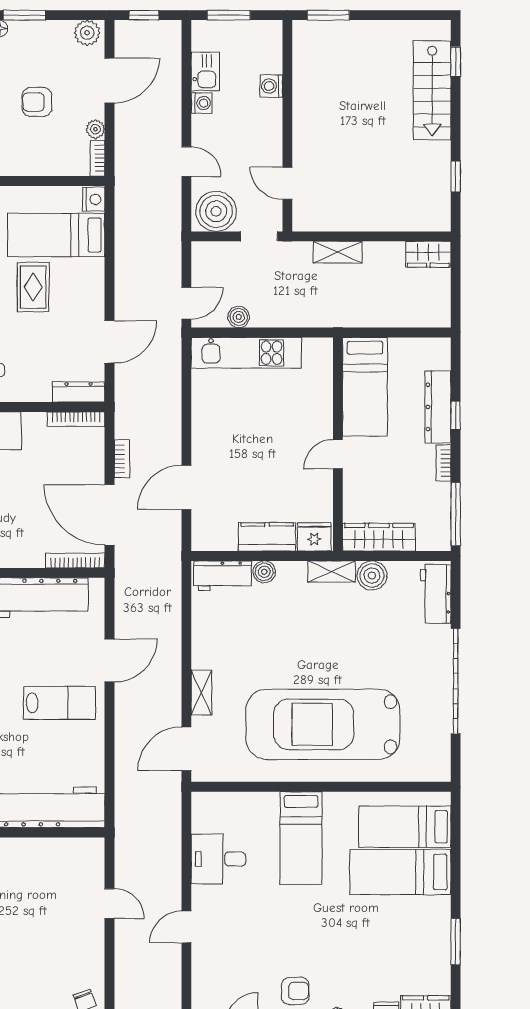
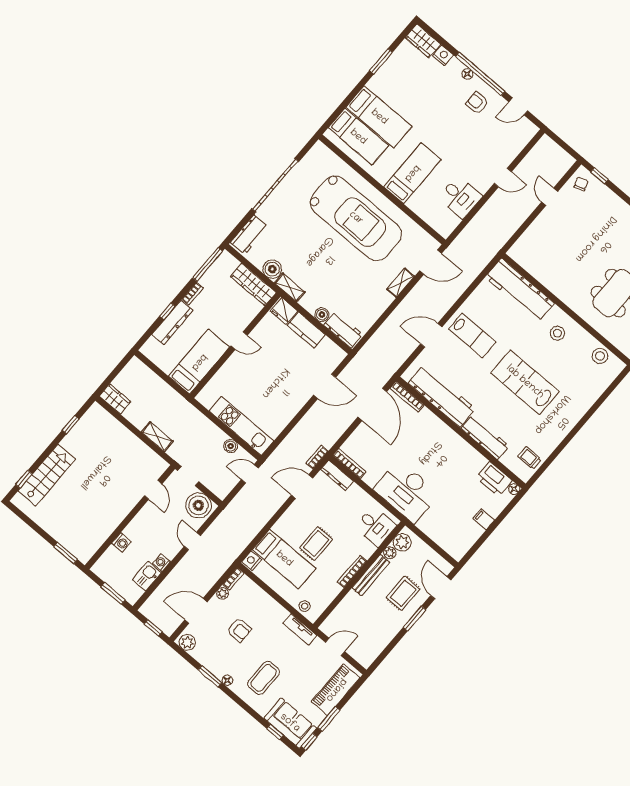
bookcase: (122, 459) -> (317, 457), moved
lab bench: (59, 703) -> (472, 335), turned 180
door: (109, 903) -> (550, 197), moved

